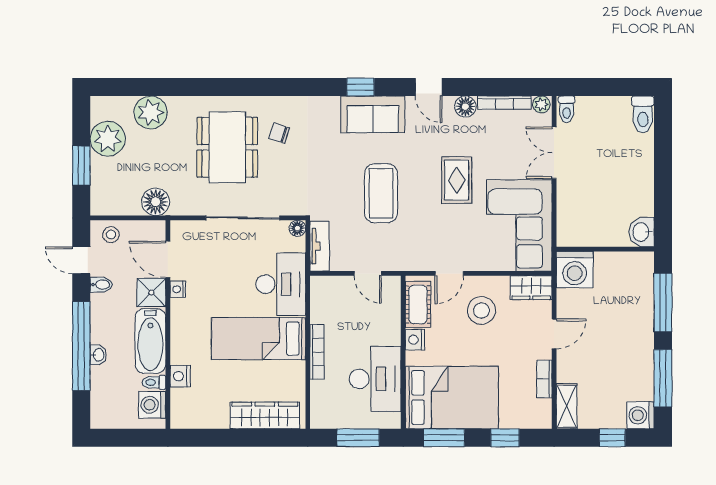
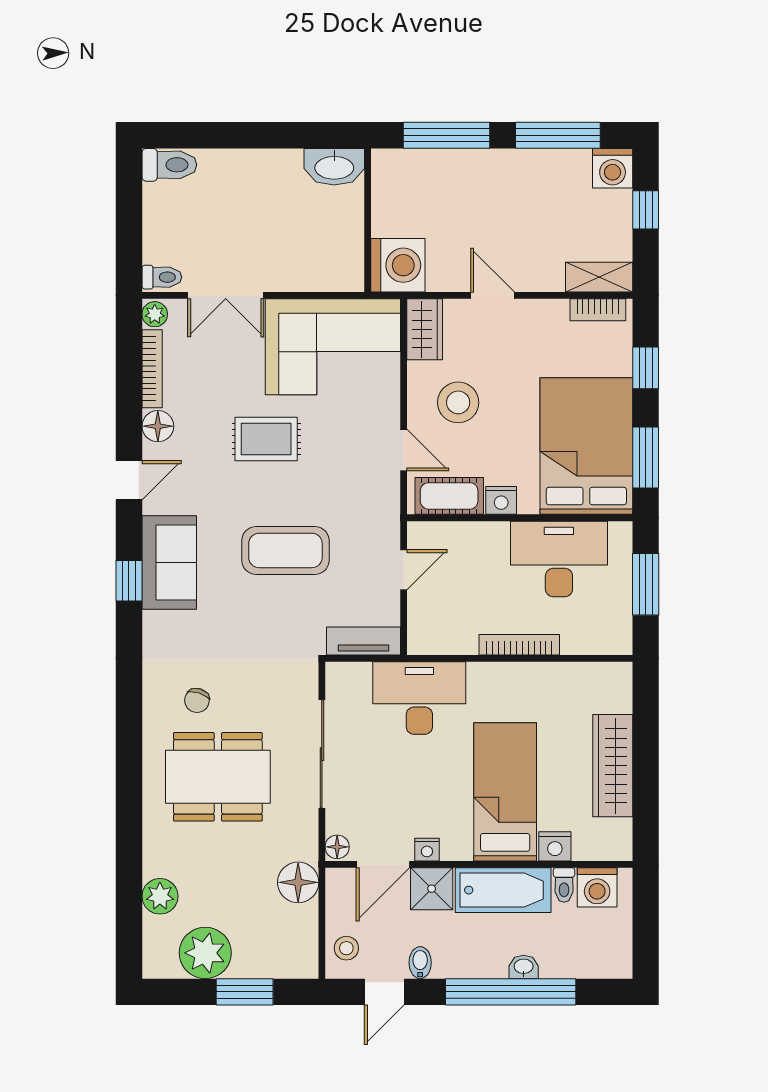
plant: (151, 112) -> (160, 896), width x0.73, depth x0.73
floor lamp: (297, 228) -> (337, 847), moved
washbasin: (642, 232) -> (334, 167), width x1.38
bed: (258, 339) -> (505, 792), moved, turned 180
bookcase: (544, 379) -> (598, 310), moved
wardrobe: (265, 415) -> (613, 766), moved

